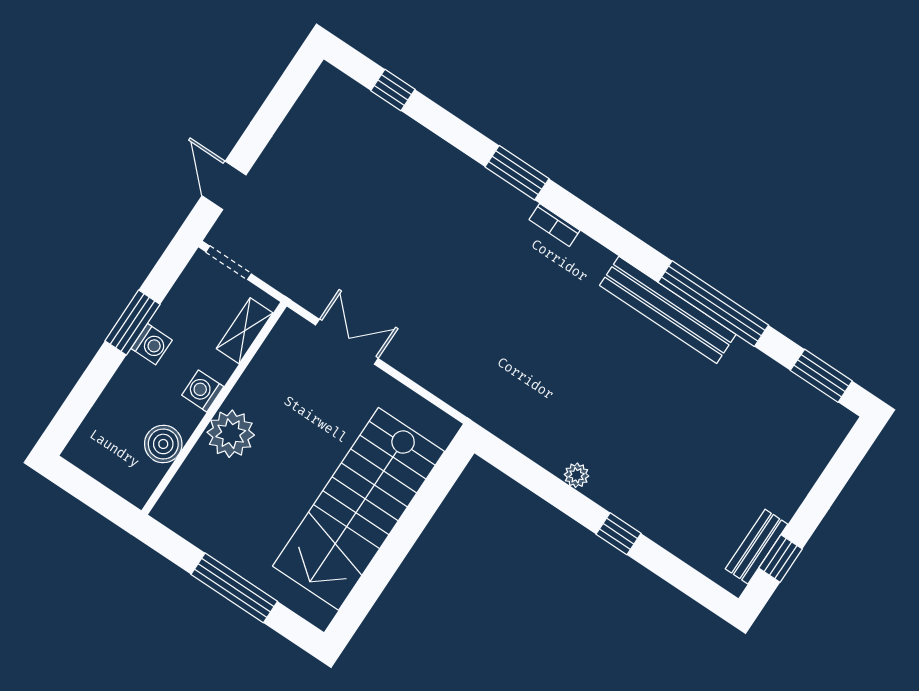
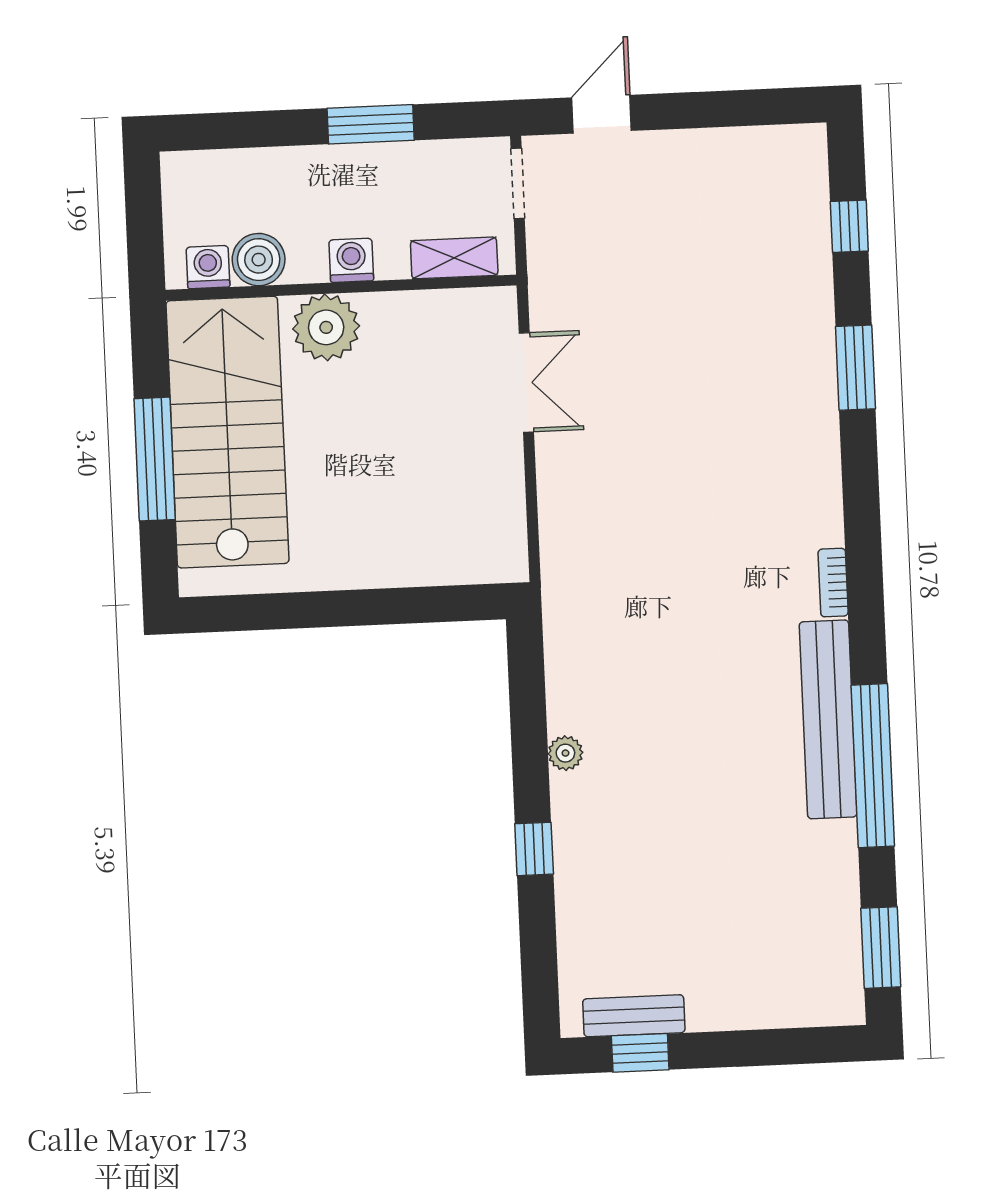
window: (517, 173) -> (855, 368), moved
bookcase: (555, 225) -> (833, 583), moved
washing machine: (152, 344) -> (208, 267), moved, turned 180
stairs: (359, 509) -> (227, 432), moved, turned 90

